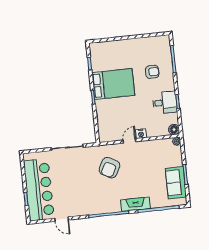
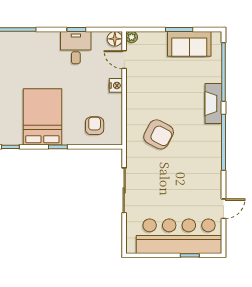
armchair: (152, 72) -> (95, 126), moved
door: (129, 141) -> (124, 60), moved

